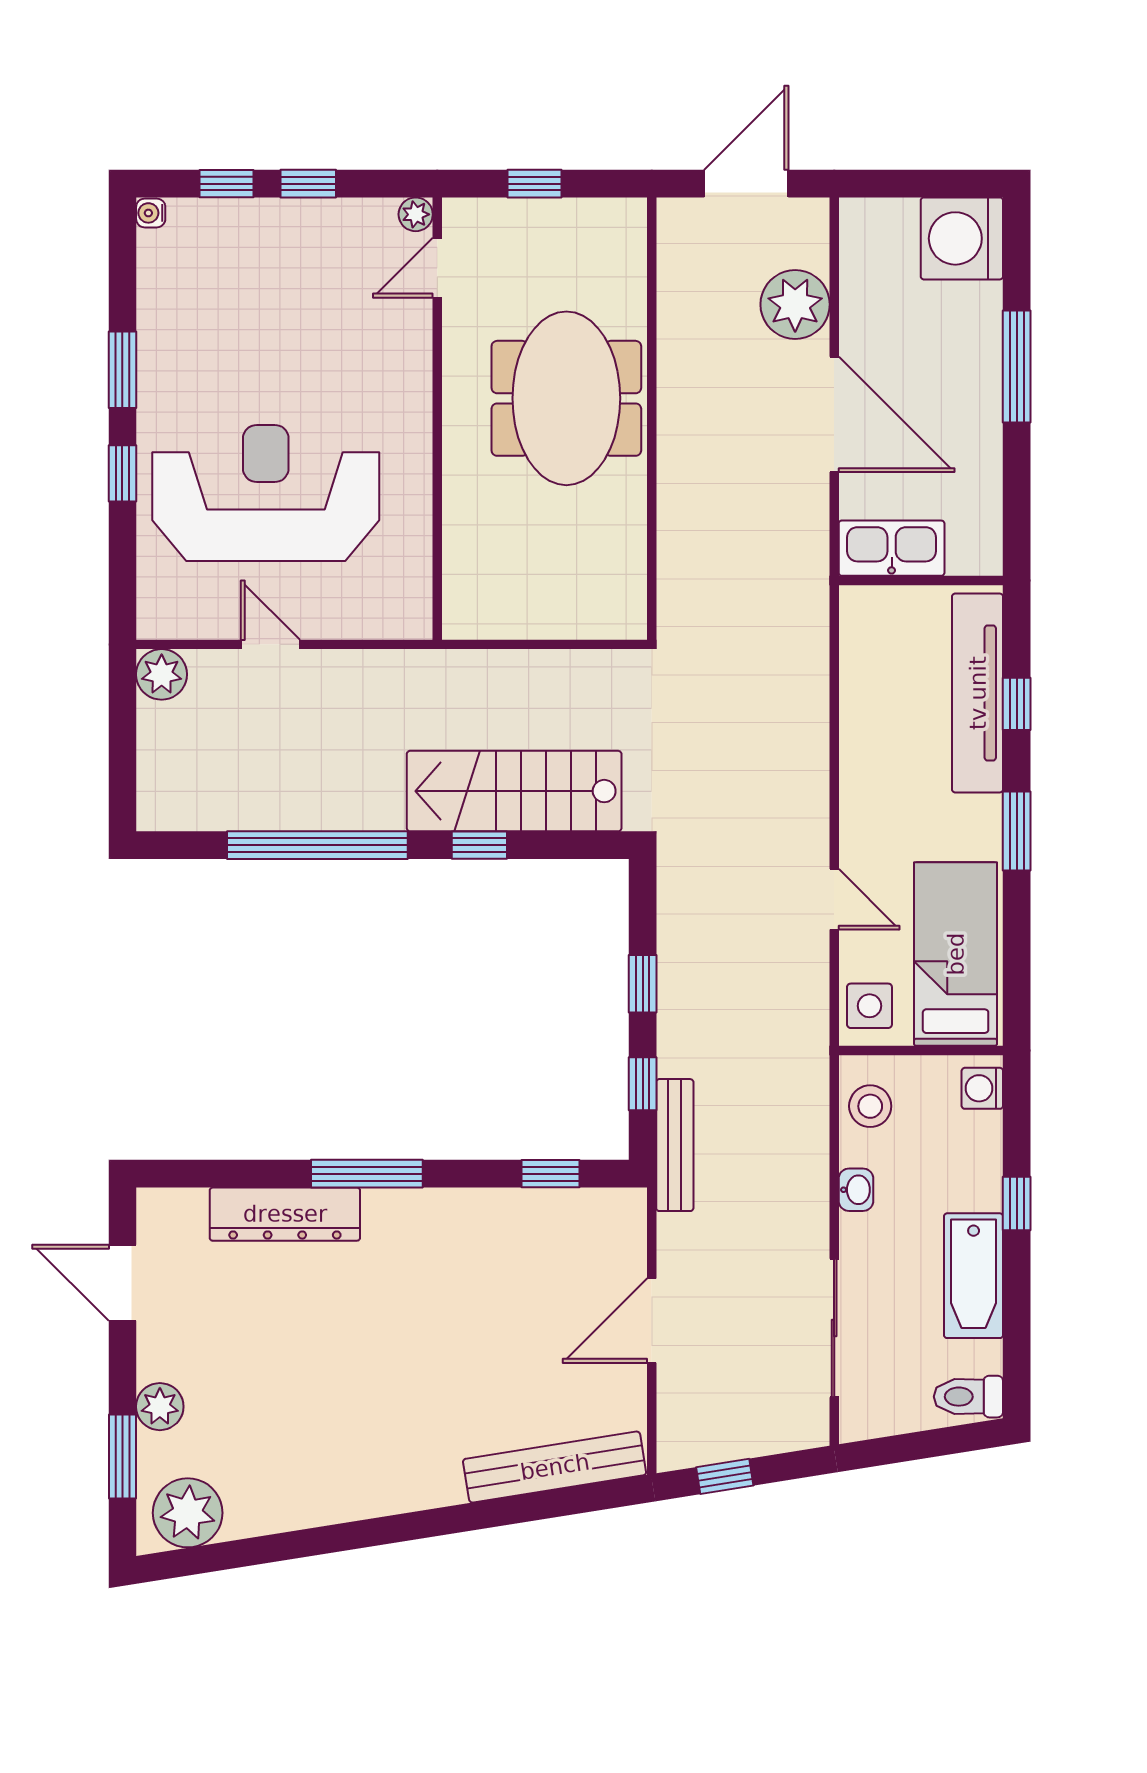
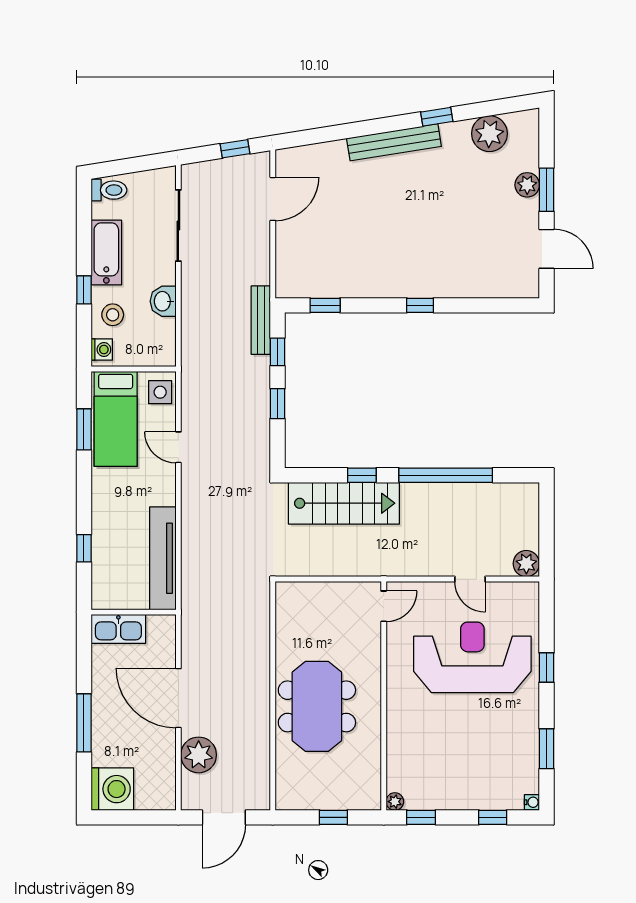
window: (308, 184) -> (421, 817), moved
door: (437, 268) -> (384, 606), moved
window: (122, 370) -> (546, 749), moved
reception desk: (266, 493) -> (472, 657), turned 180
kitchen sink: (892, 548) -> (118, 629), moved
tv unit: (978, 693) -> (163, 558), moved, turned 180
window: (1017, 831) -> (84, 429), moved
stool: (870, 1106) -> (113, 315), moved
window: (367, 1174) -> (420, 305), width x0.46
washbasin: (856, 1190) -> (163, 301), width x1.38, depth x1.45
dresser: (285, 1214) -> (462, 284), removed
door: (652, 1321) -> (273, 199), moved
window: (122, 1457) -> (546, 190), moved
bench: (555, 1467) -> (394, 142), moved
plant: (188, 1513) -> (489, 134), moved
window: (335, 1538) -> (437, 117), added

